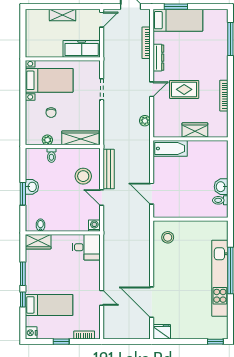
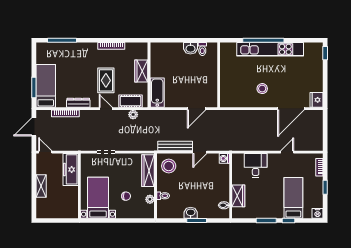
cot: (160, 118) -> (131, 101), added
stool: (83, 176) -> (169, 166), moved
stool: (168, 237) -> (262, 89), moved
wardrobe: (38, 242) -> (238, 196), moved
desk: (86, 247) -> (256, 165), moved

